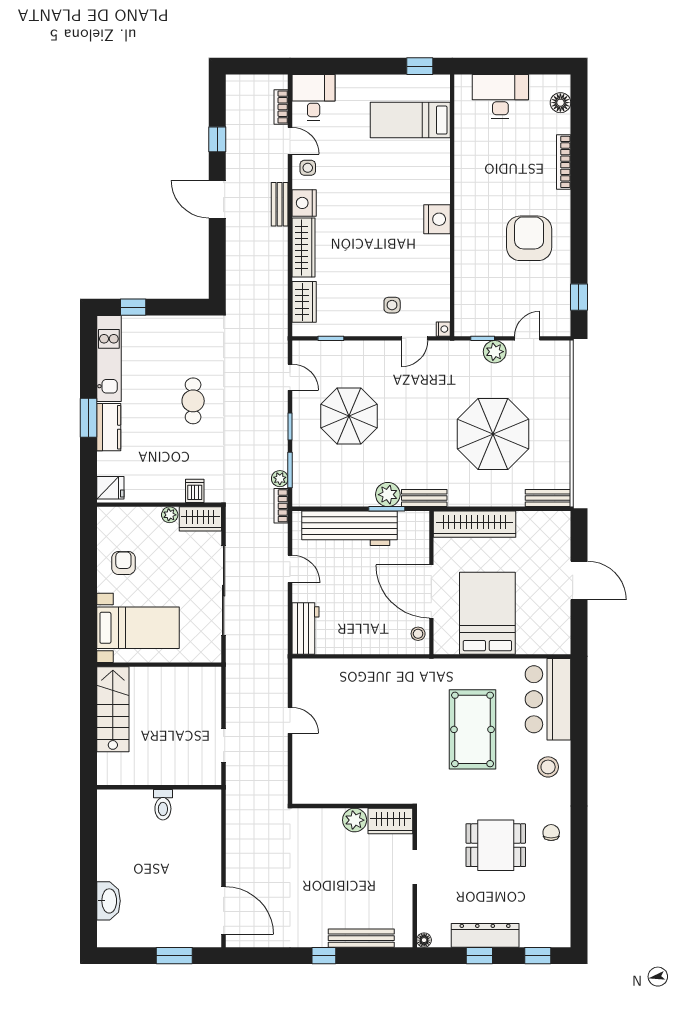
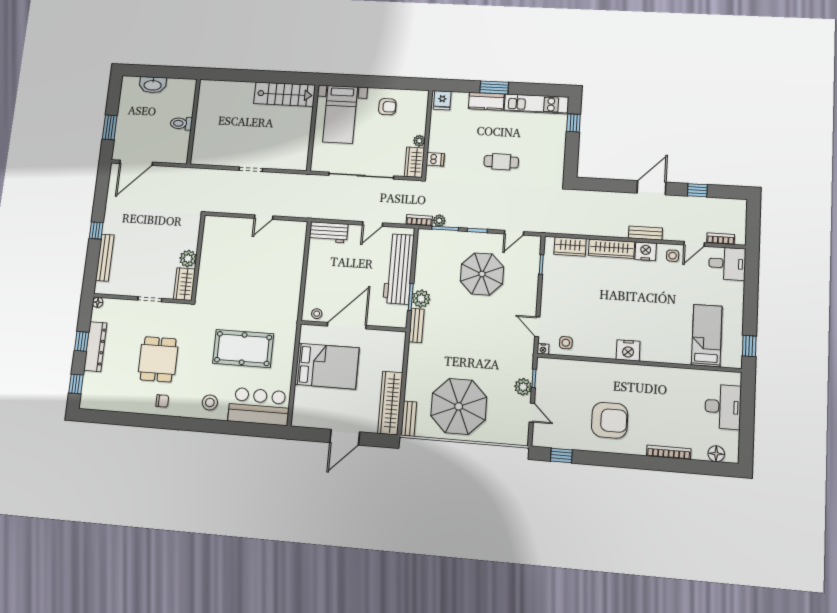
side table: (392, 305) -> (566, 343), moved
parasol: (493, 434) -> (459, 406), moved
wardrobe: (475, 524) -> (390, 403), moved
wall: (159, 787) -> (194, 121), moved
toilet: (163, 805) -> (181, 123), moved

